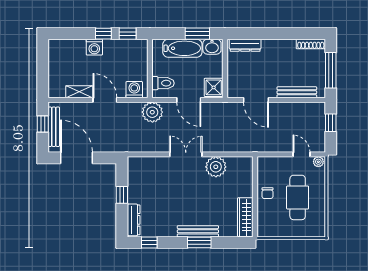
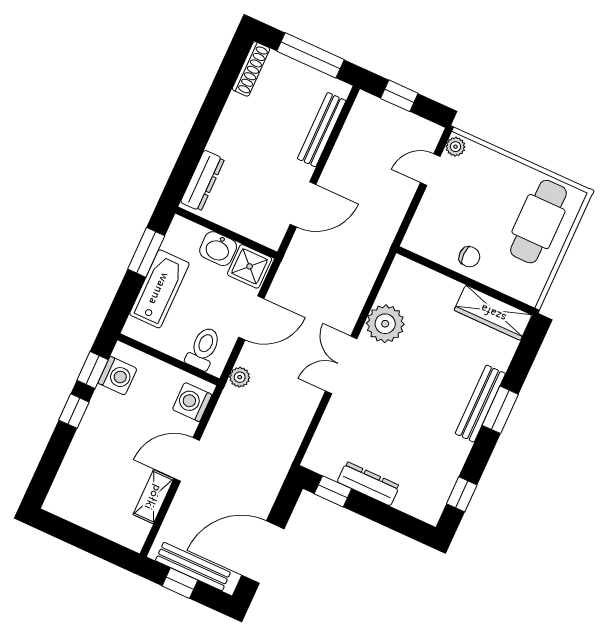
washing machine: (94, 47) -> (118, 376), moved
washbasin: (212, 47) -> (218, 249), moved, turned 90
plant: (152, 112) -> (240, 377), width x0.53, depth x0.53
window: (122, 195) -> (333, 491), moved
cafe table: (298, 197) -> (538, 222), moved, turned 90
dresser: (134, 220) -> (368, 484), moved

